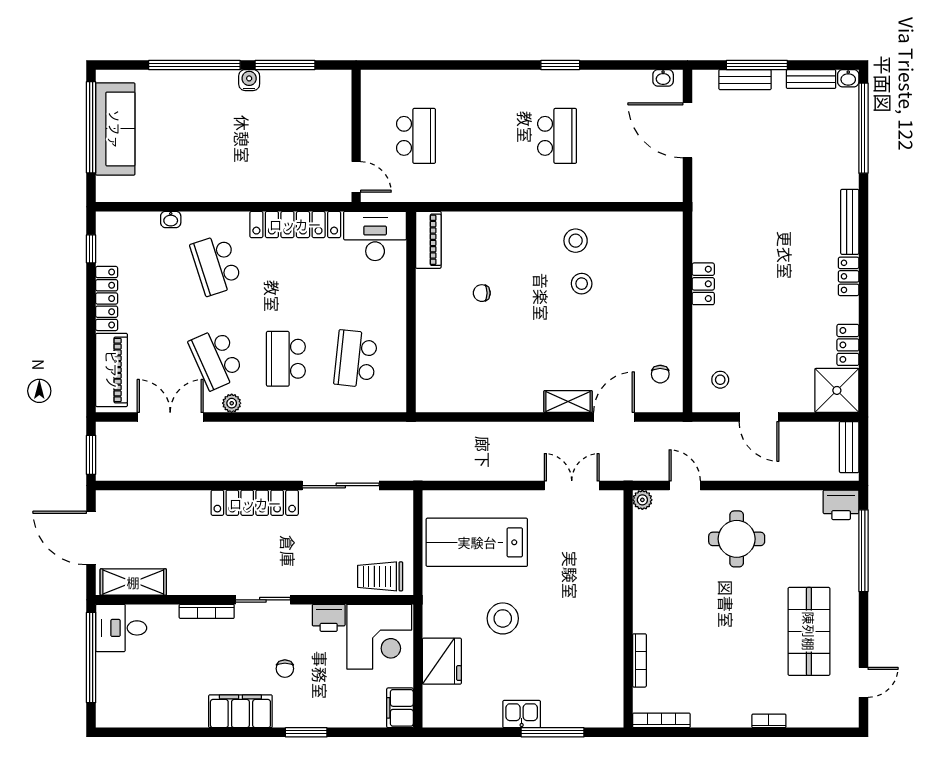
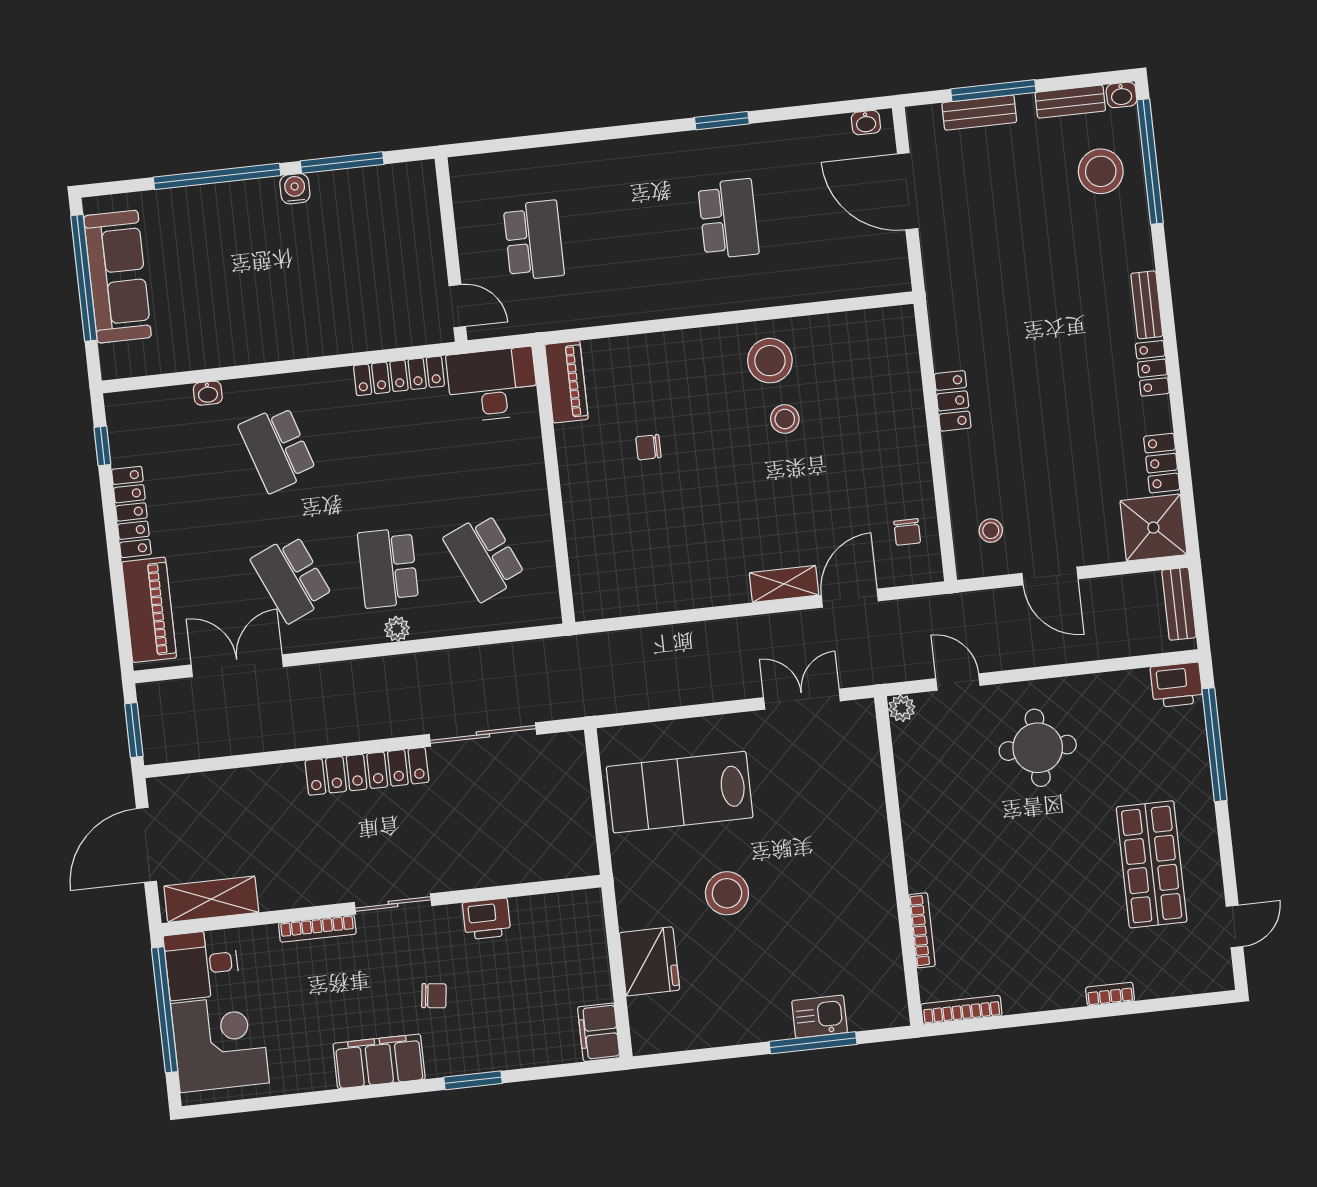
stool: (827, 131) -> (1101, 171), added
bench: (850, 222) -> (1147, 305), width x0.73
locker: (295, 224) -> (399, 376), width x0.71, depth x0.83
stool: (576, 241) -> (770, 361), width x1.38, depth x1.38
school desk: (356, 359) -> (484, 557), turned -30
plant: (232, 403) -> (397, 629), moved
door: (91, 538) -> (146, 845), hinge flipped
trolley: (380, 576) -> (551, 854), removed
corner desk: (379, 637) -> (220, 1043), moved, turned -90
chair: (285, 669) -> (434, 996), turned -83
kitchen sink: (522, 714) -> (820, 1017), moved

